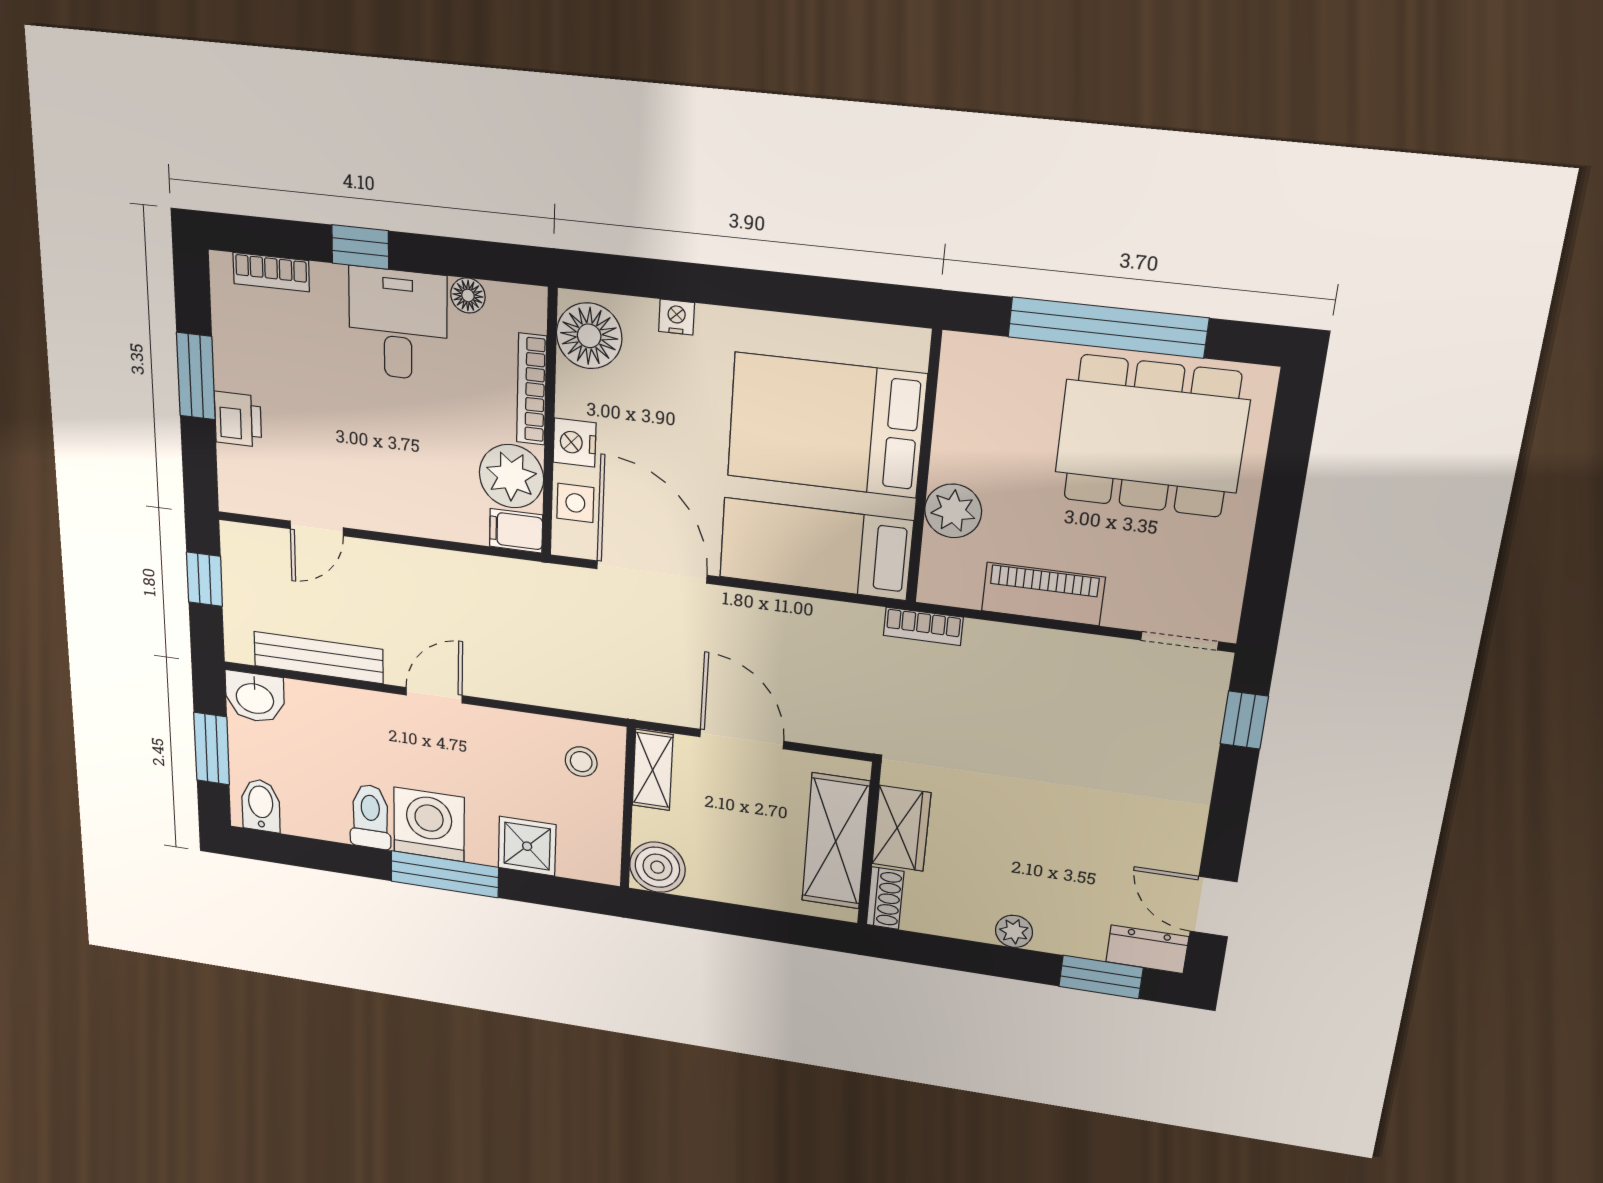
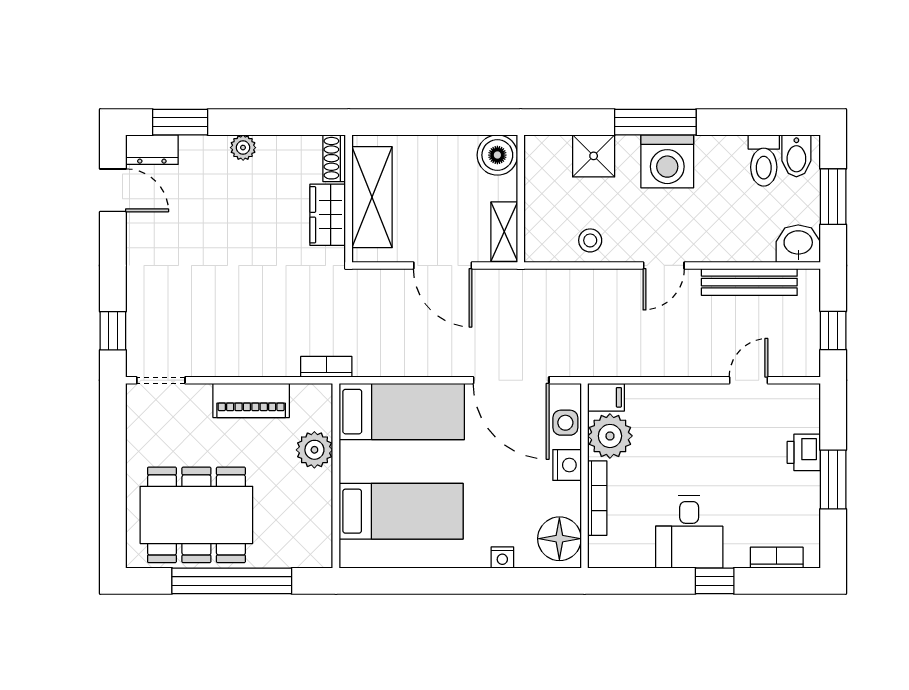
floor lamp: (468, 295) -> (641, 557), removed
bed: (826, 425) -> (401, 511), width x0.67
stool: (581, 762) -> (590, 240), moved
toilet: (370, 817) -> (764, 160), moved

